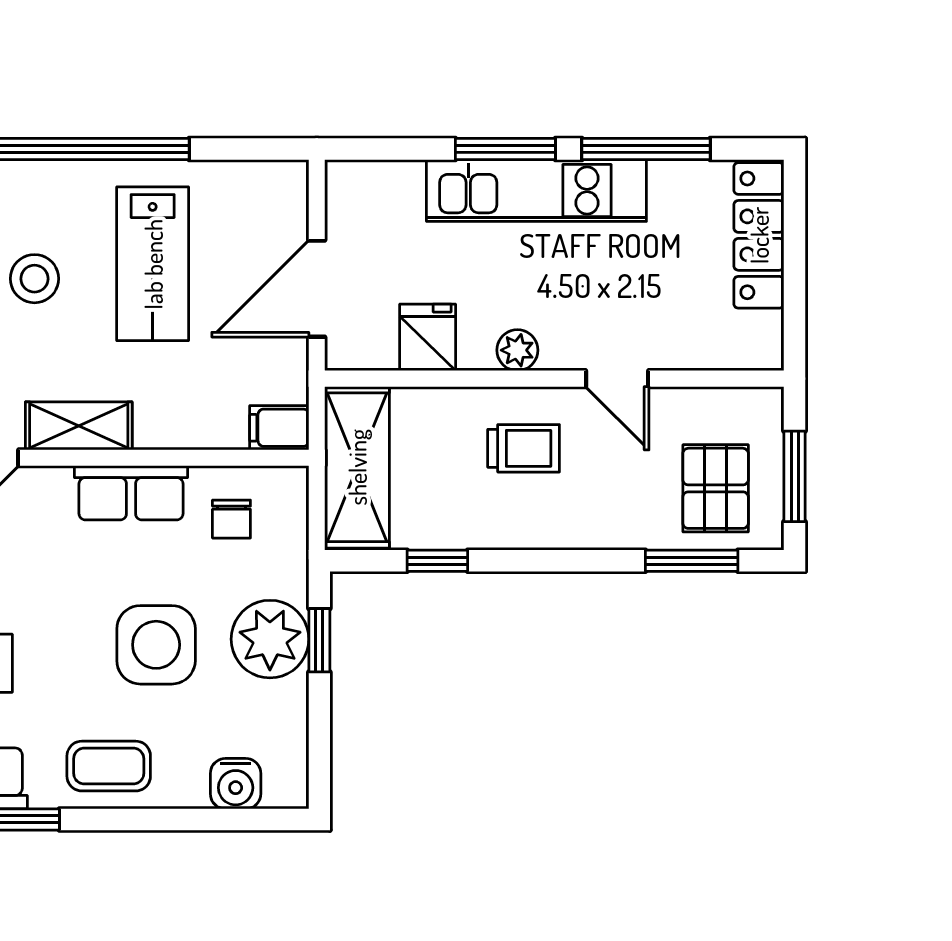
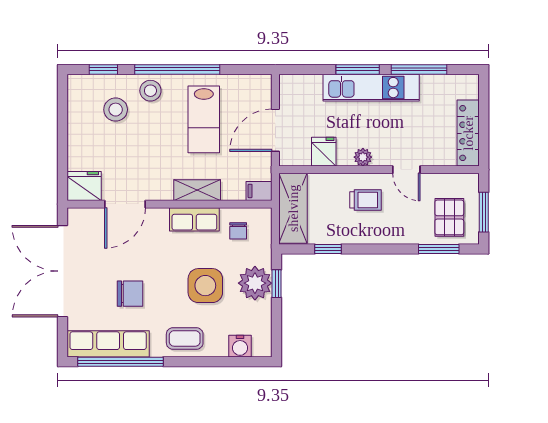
locker: (759, 235) -> (468, 133), moved
stool: (34, 279) -> (150, 91), moved
shelving: (79, 426) -> (197, 190), moved

